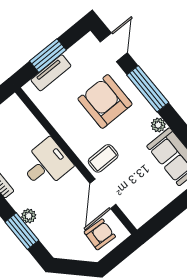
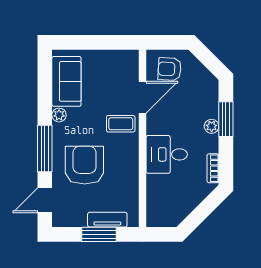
armchair: (105, 101) -> (84, 165), turned 180

